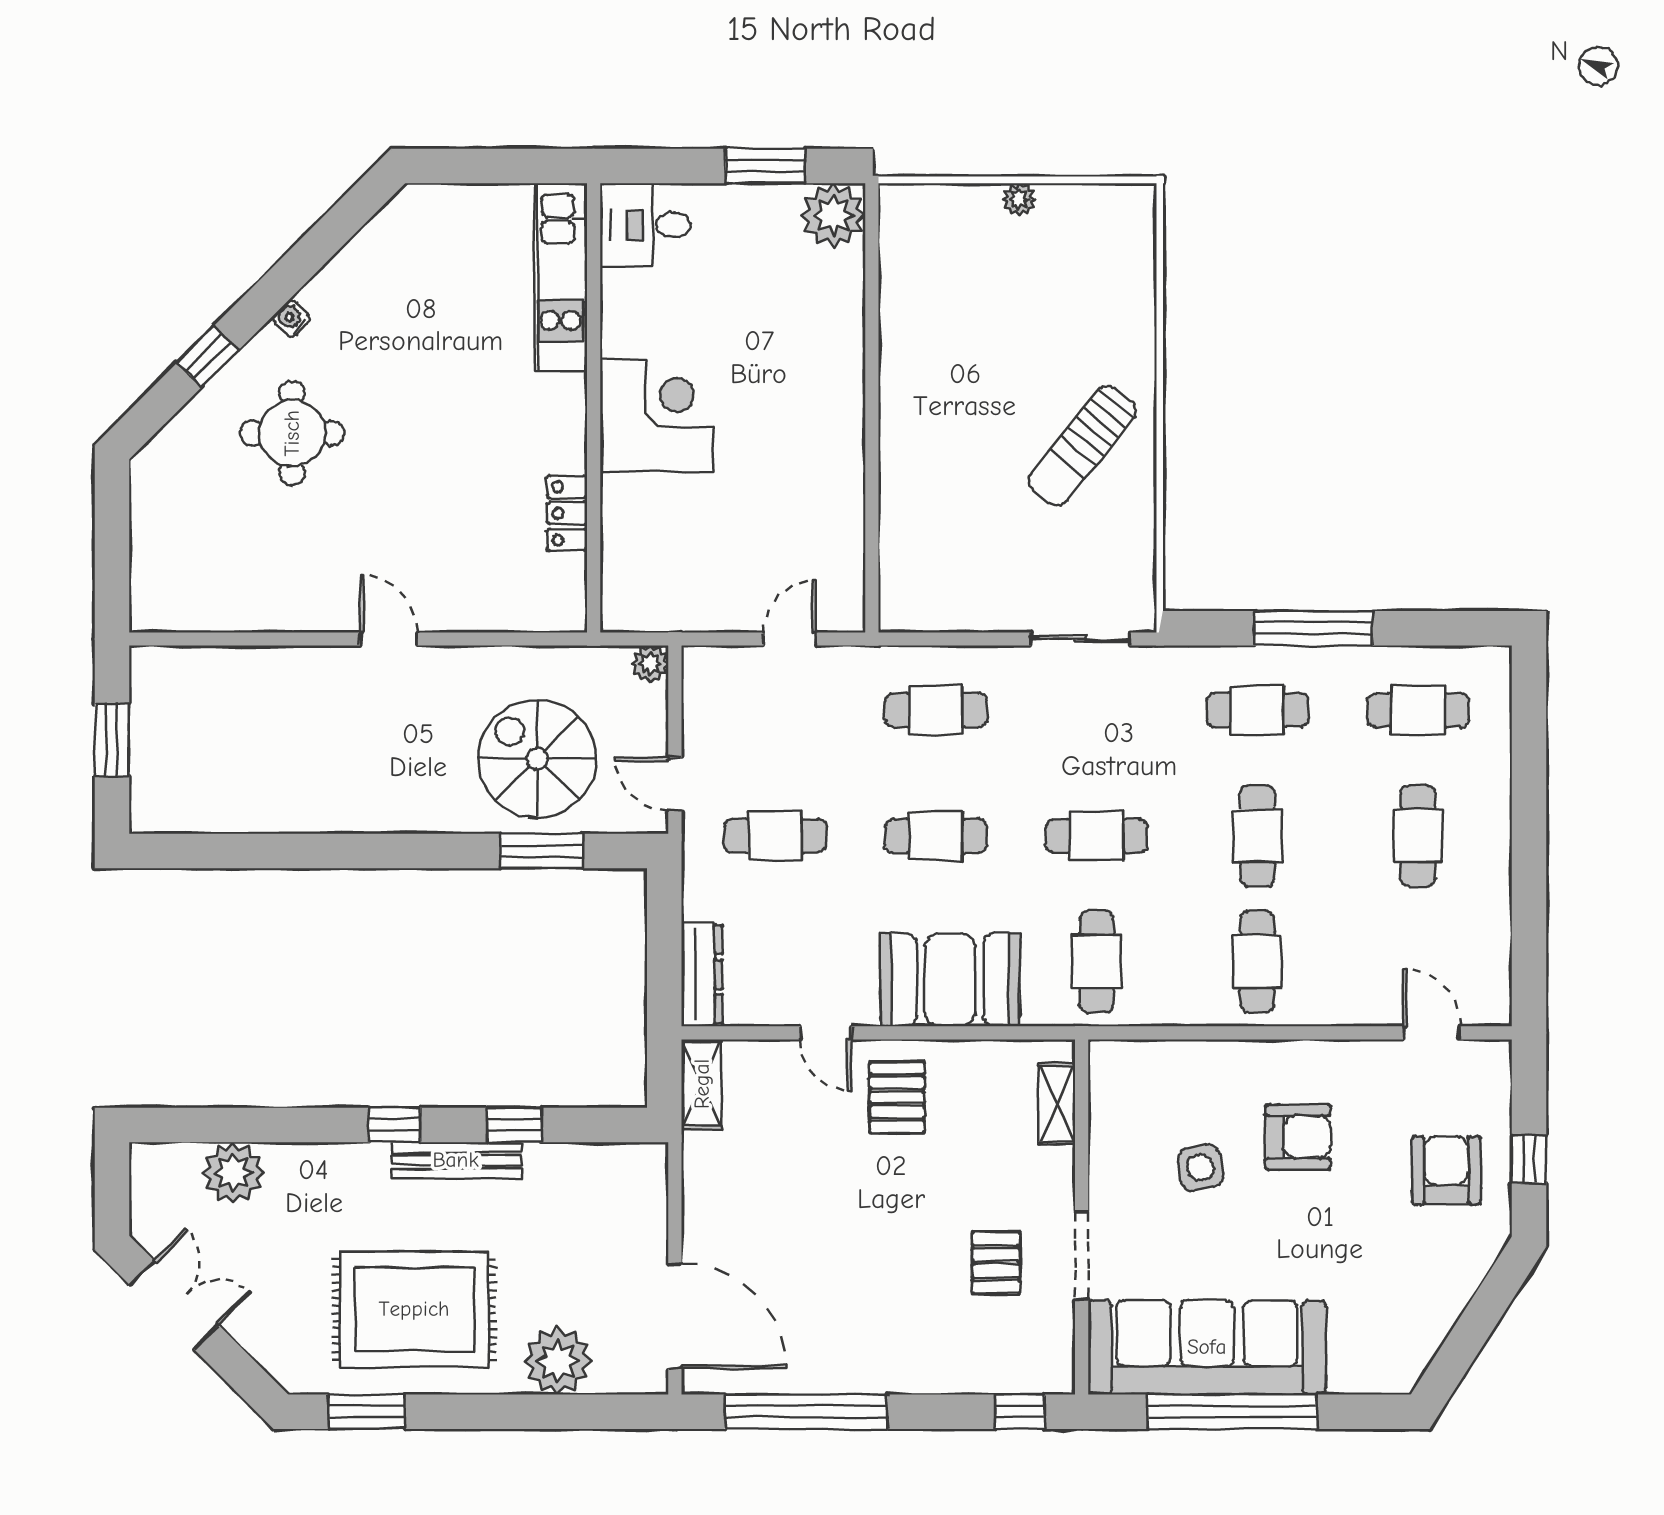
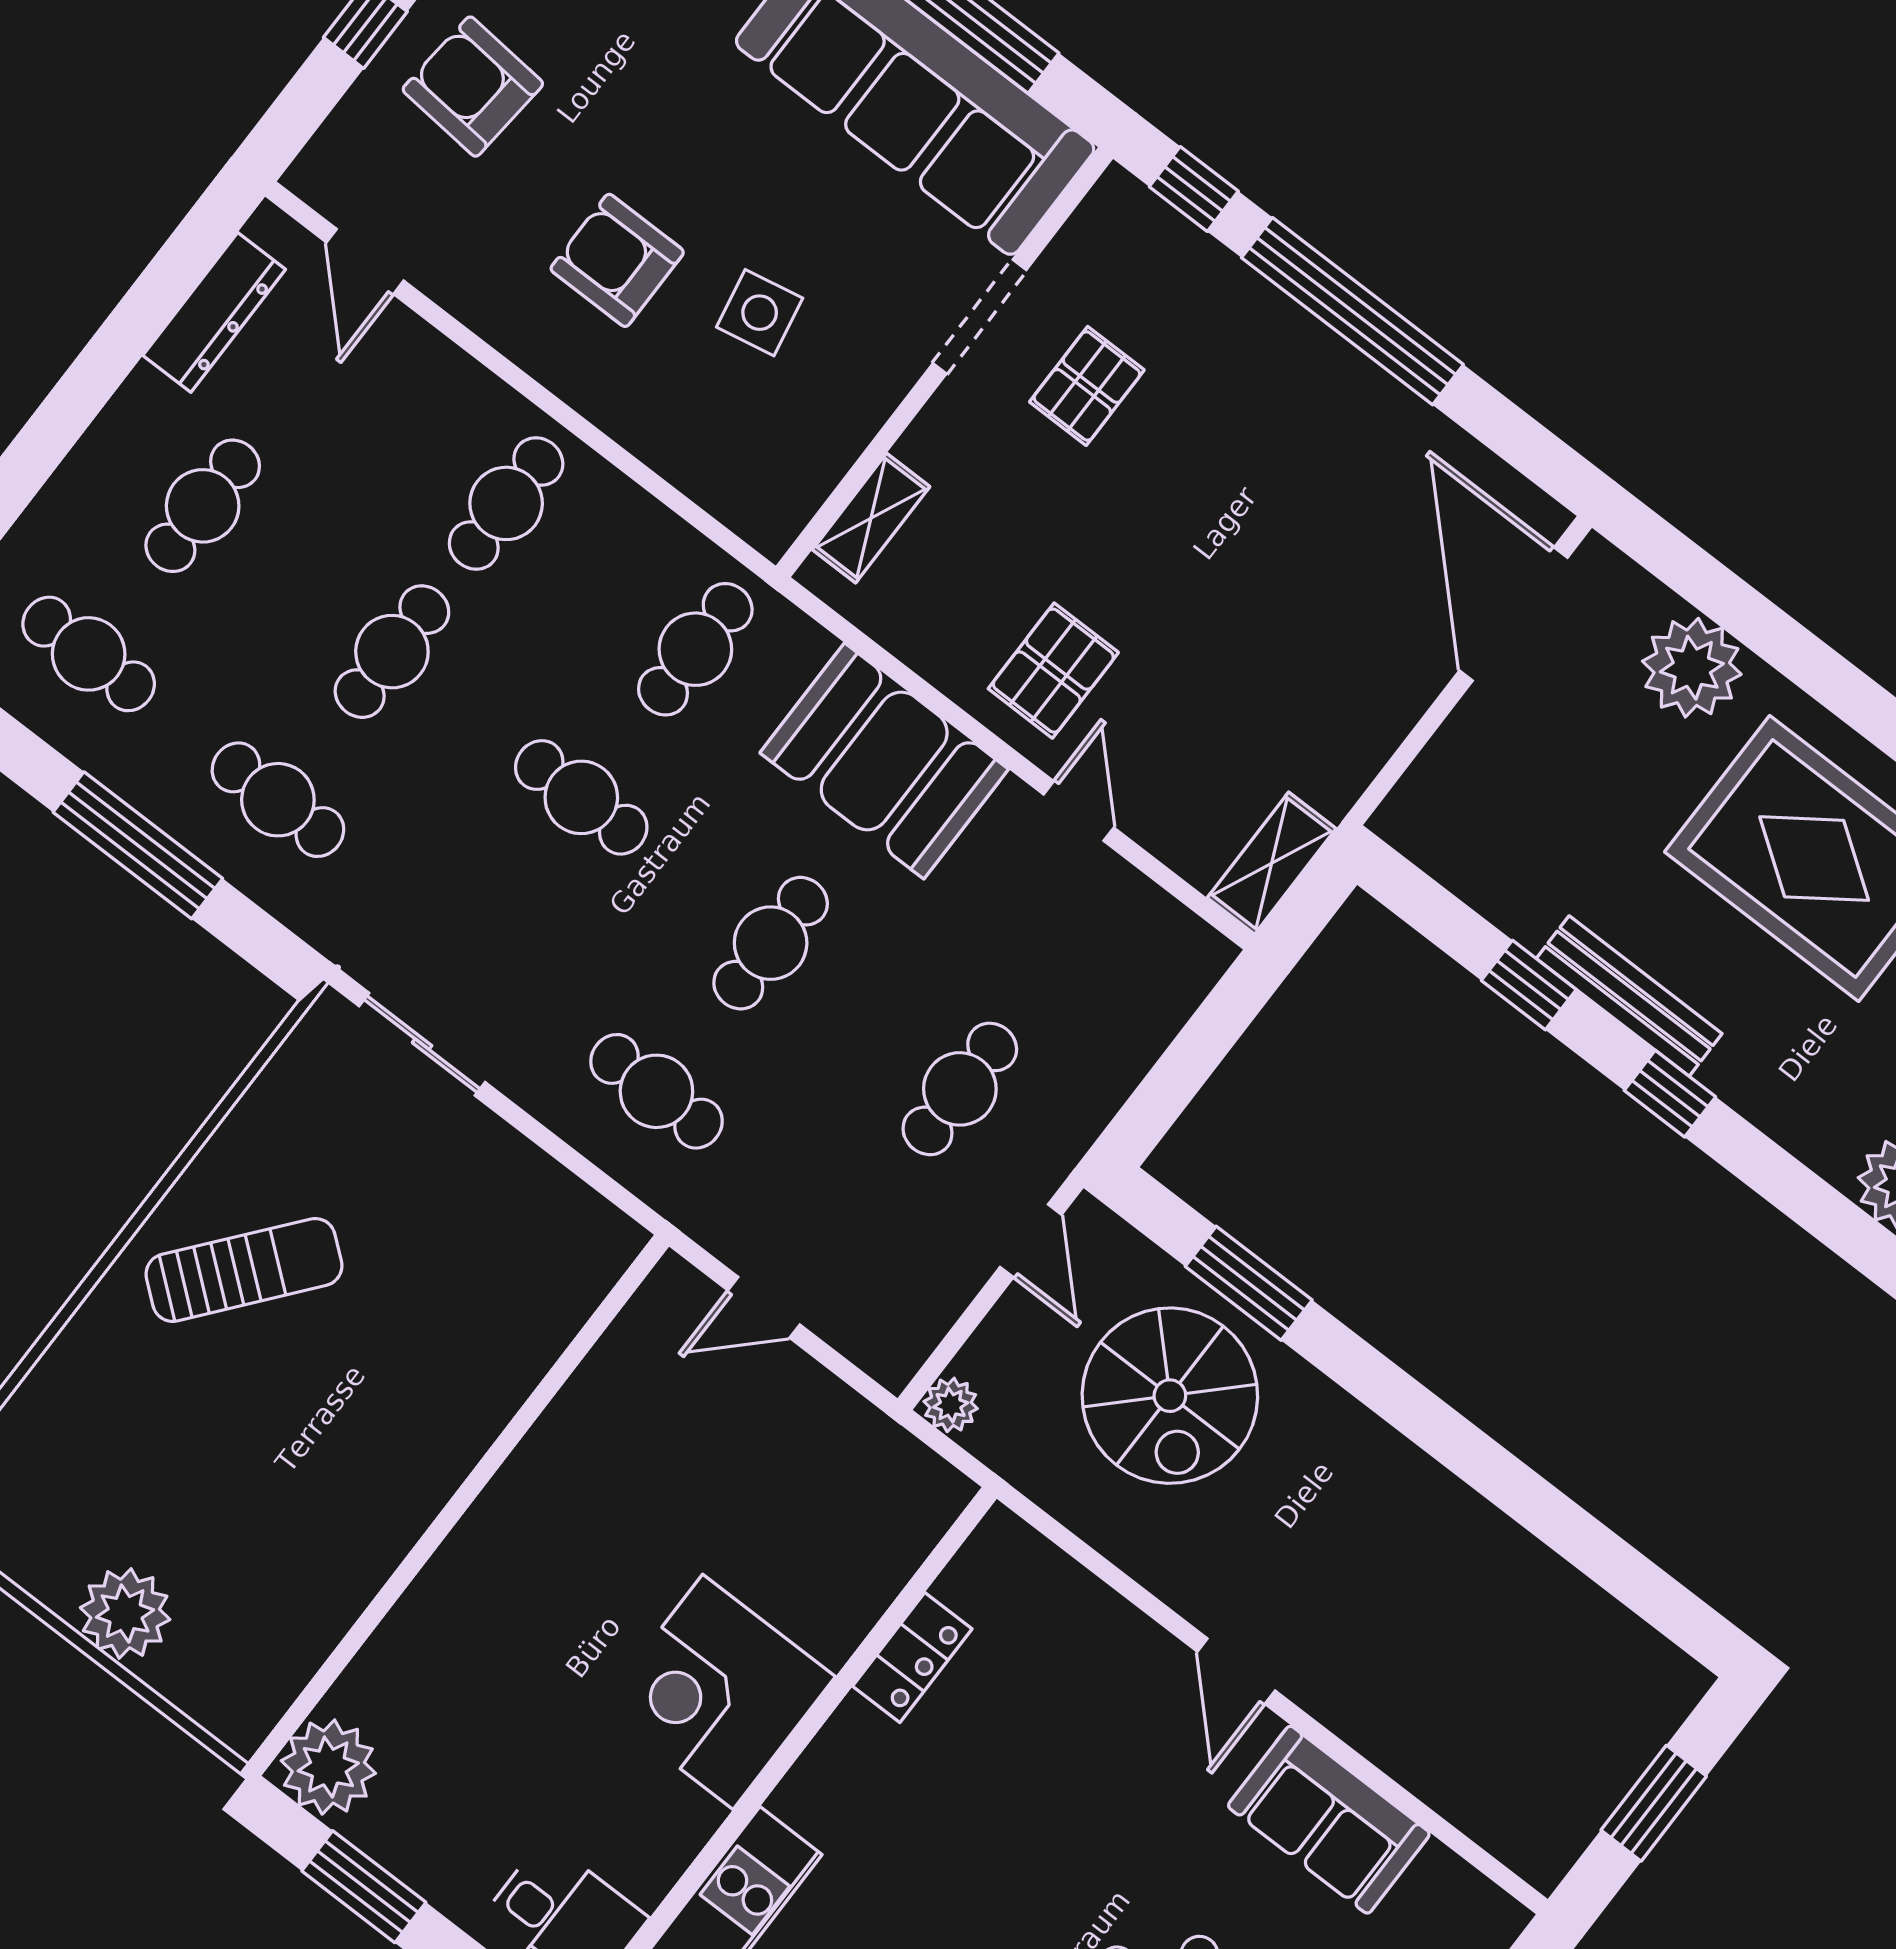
plant: (1019, 199) -> (125, 1614), width x1.88, depth x1.88
sofa: (278, 598) -> (1329, 1820), added
cafe table: (775, 836) -> (960, 1089), turned 90
cafe table: (936, 836) -> (771, 943), turned 90
dresser: (702, 974) -> (214, 312), moved, turned 180
armchair: (1446, 1170) -> (473, 87), turned 95
window: (806, 1412) -> (1352, 311), moved

